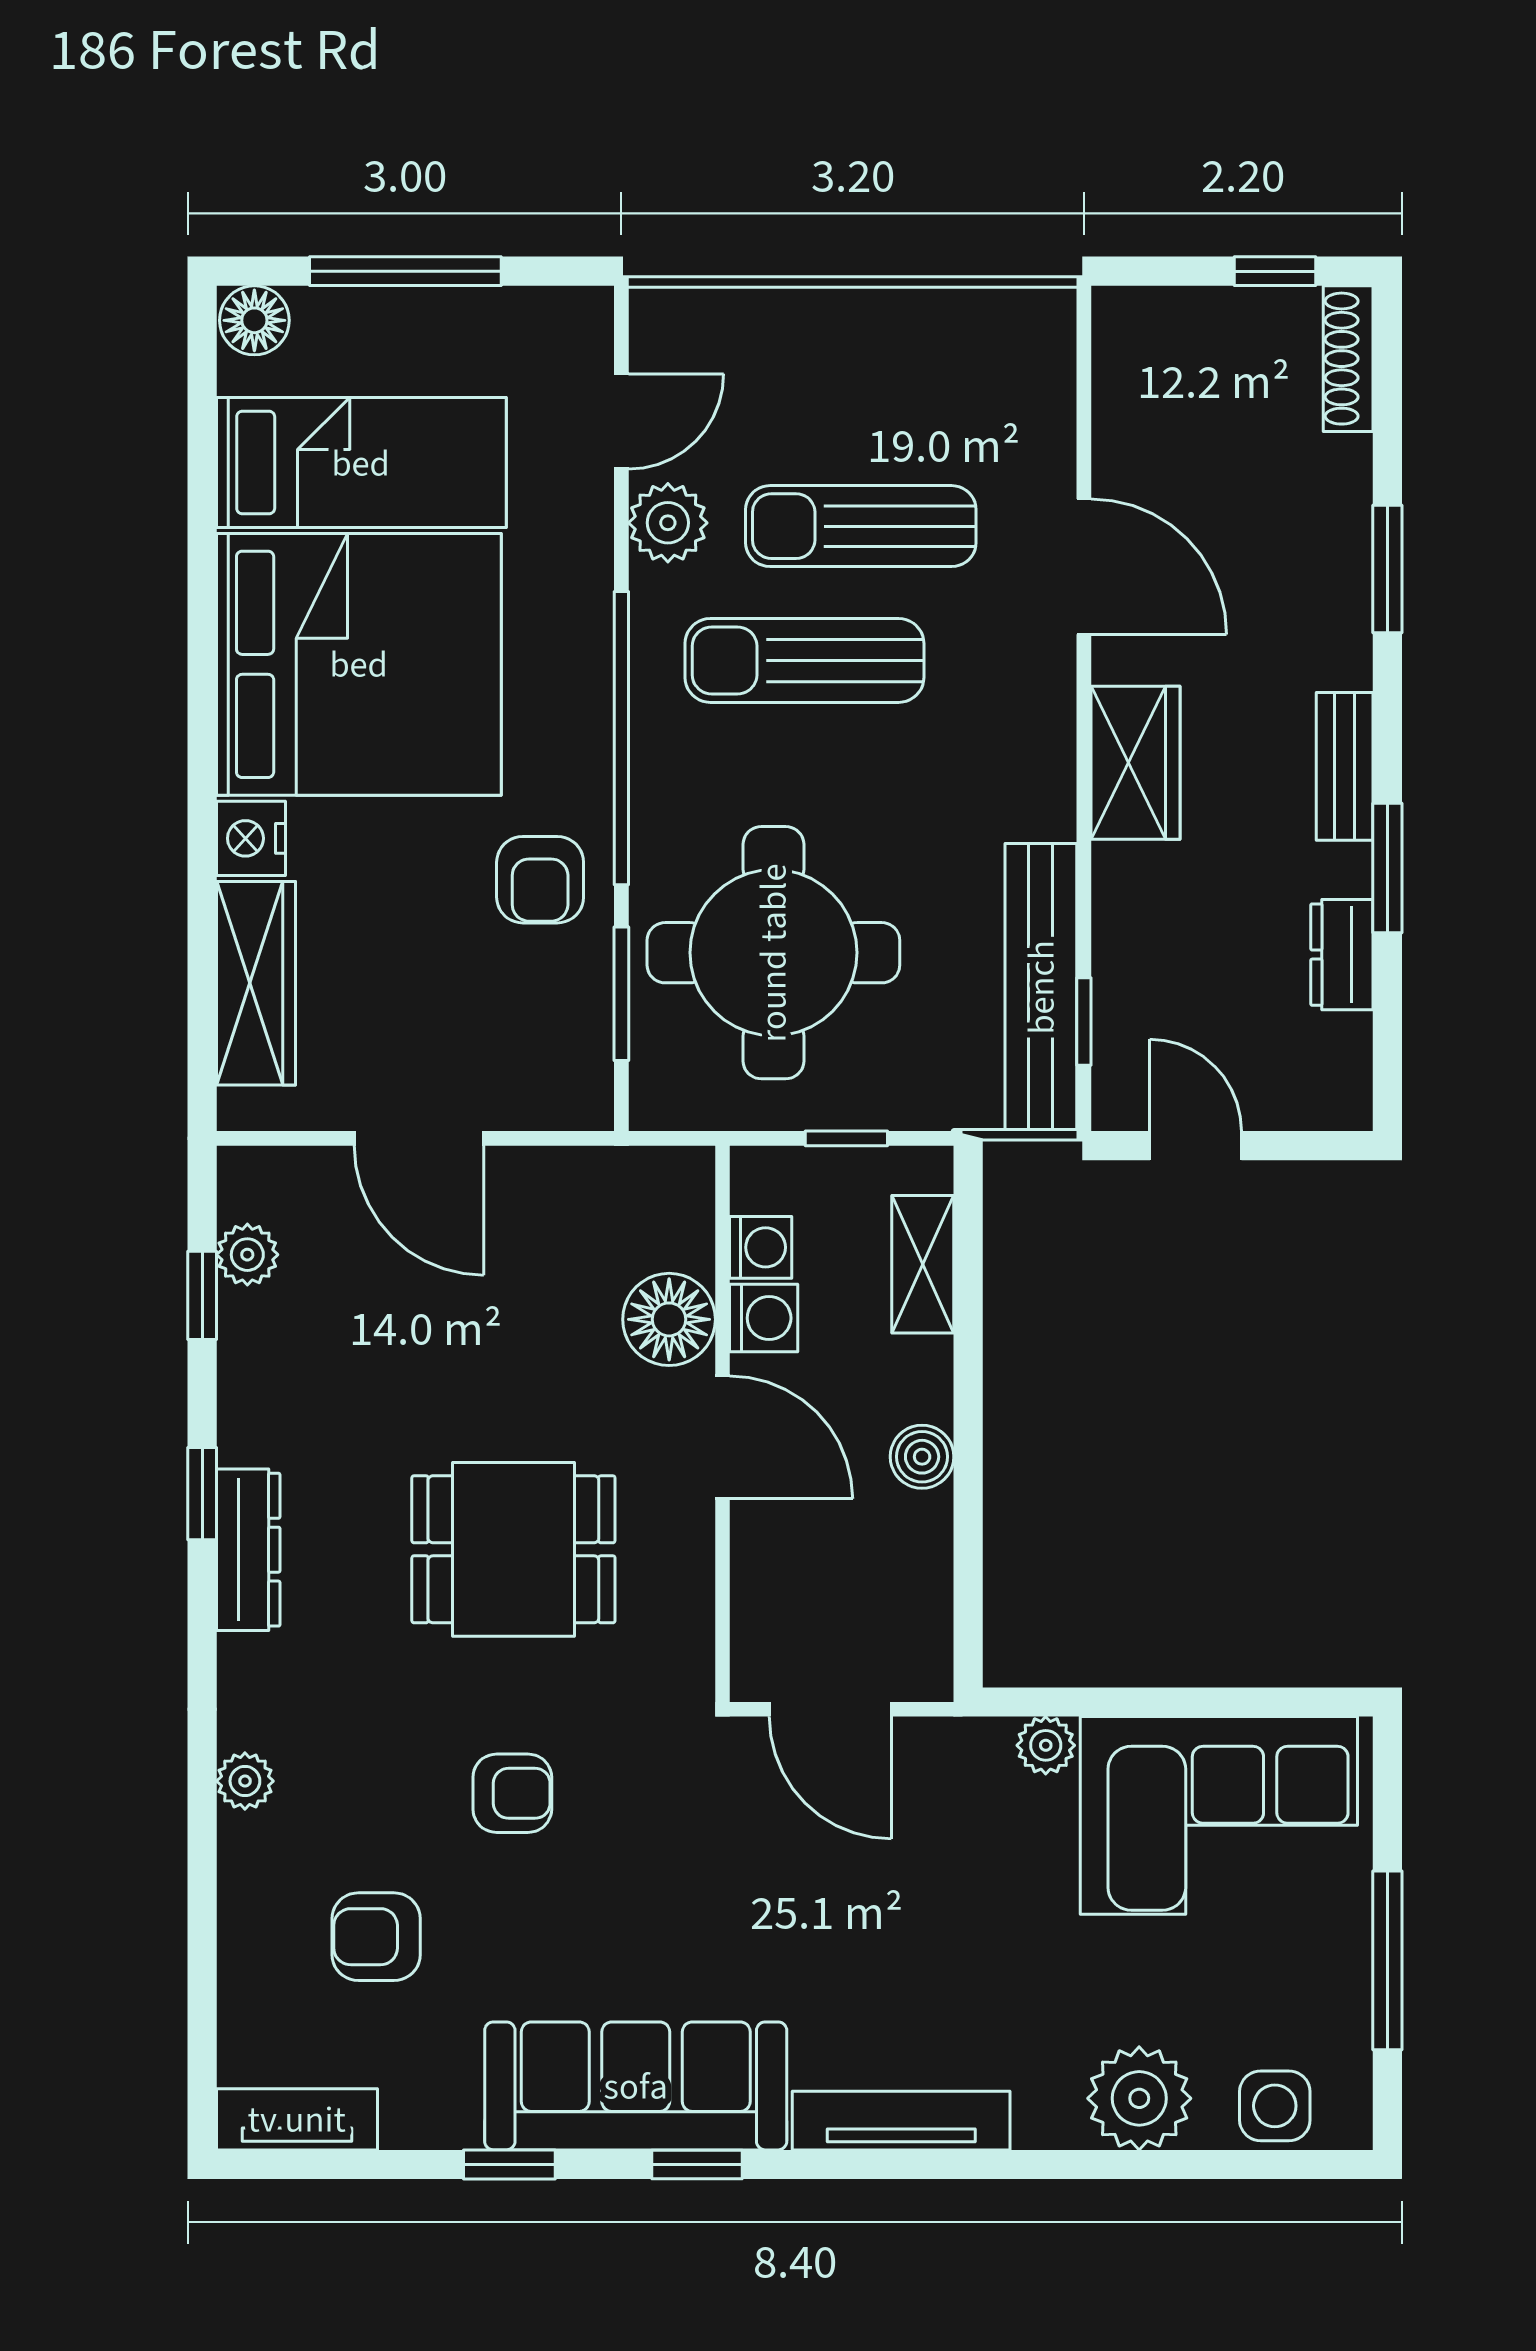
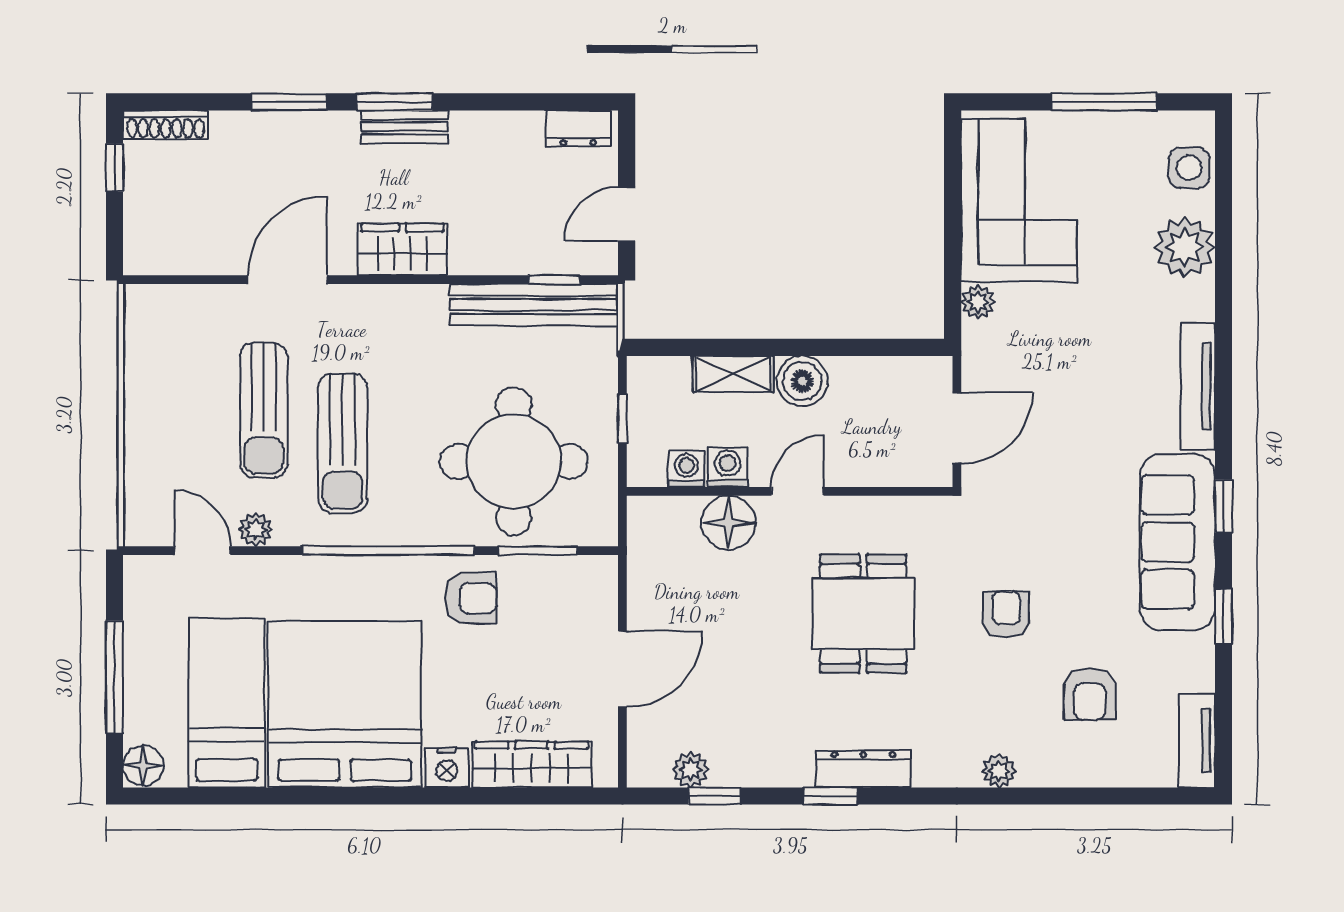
plant: (668, 523) -> (256, 530), width x0.73, depth x0.73
window: (1387, 868) -> (394, 102), moved
dresser: (1342, 955) -> (578, 129), moved
shelving: (923, 1264) -> (733, 374), moved
door: (722, 1437) -> (798, 491), width x0.73
boiler: (922, 1457) -> (802, 381), width x1.36, depth x1.36

